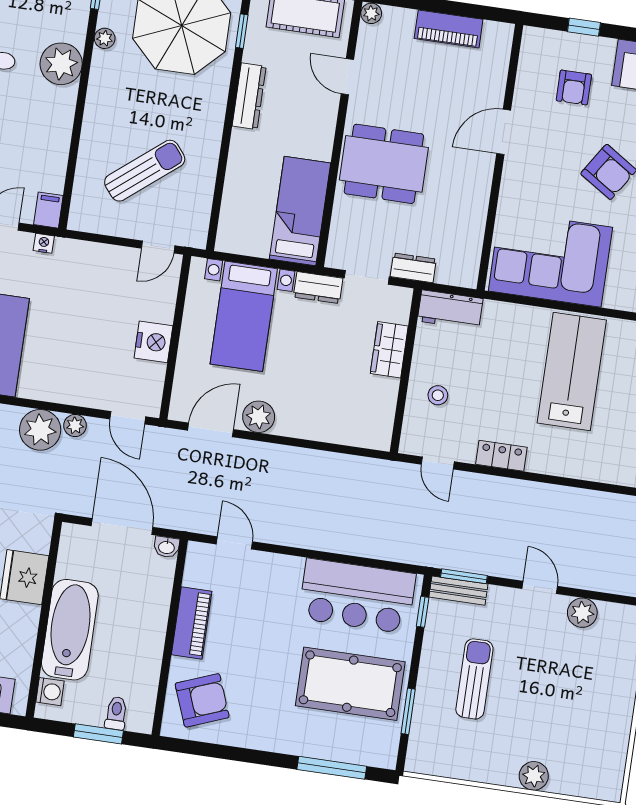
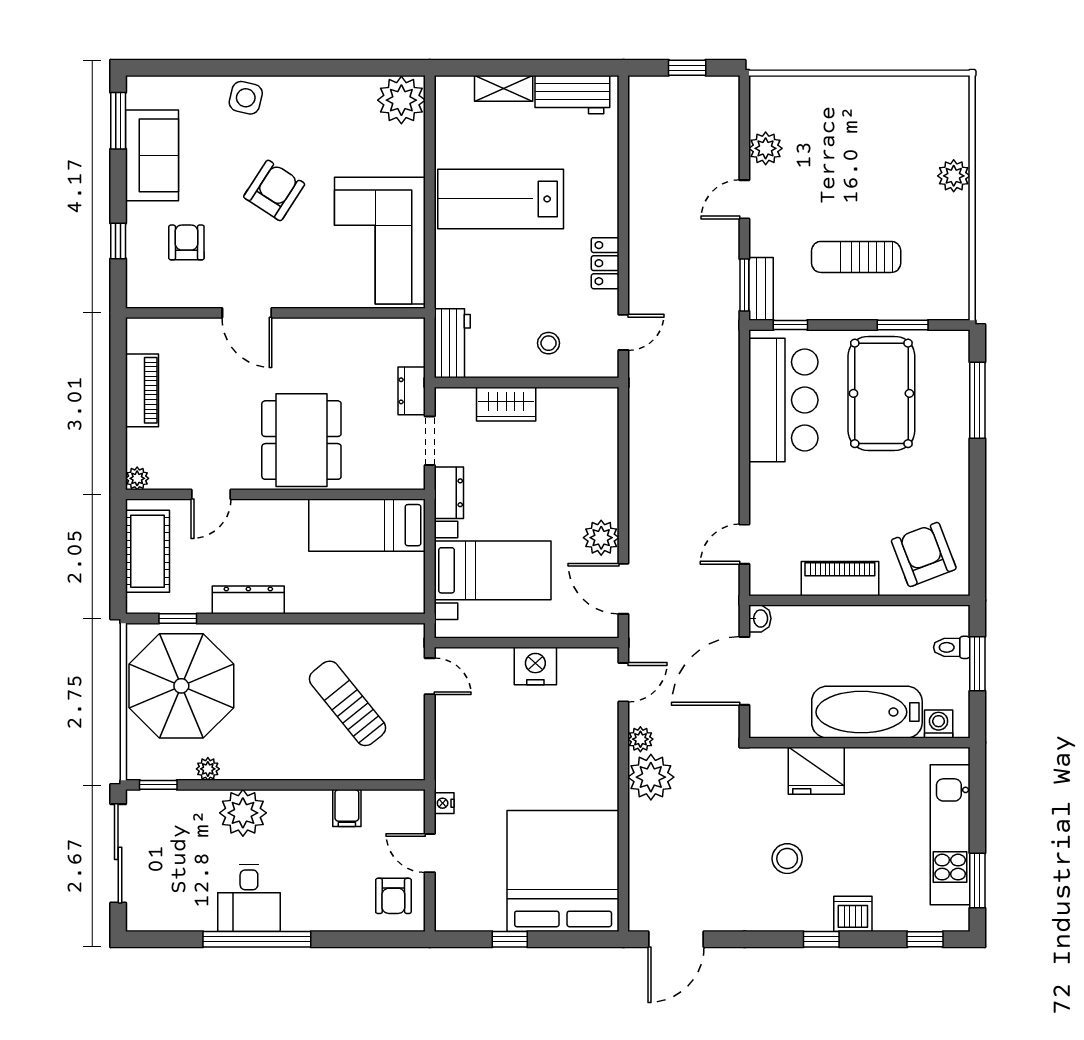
armchair: (574, 88) -> (186, 242), turned -90
filing cabinet: (48, 210) -> (347, 808), moved, turned -90

